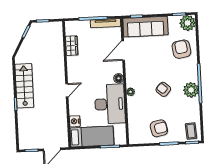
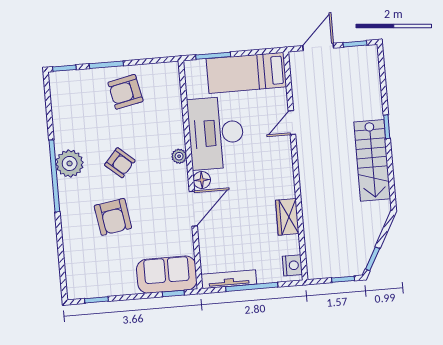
plant: (188, 23) -> (80, 285), removed
sofa: (145, 27) -> (167, 275), width x0.73
wardrobe: (72, 46) -> (287, 217), moved
armchair: (181, 49) -> (113, 217), moved
door: (123, 51) -> (193, 209), moved
door: (67, 90) -> (292, 123), moved
nightstand: (75, 121) -> (292, 265), moved
coffee table: (191, 131) -> (67, 89), removed

